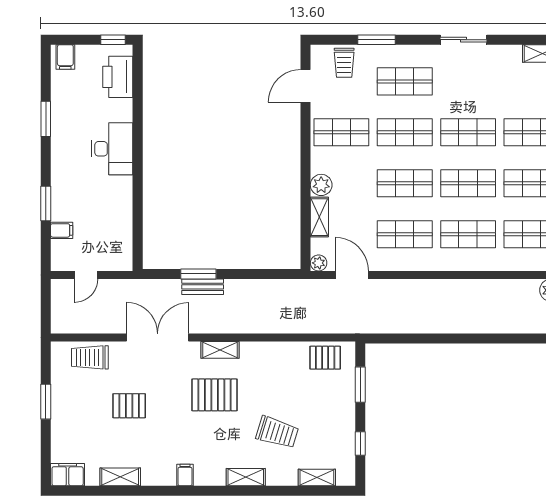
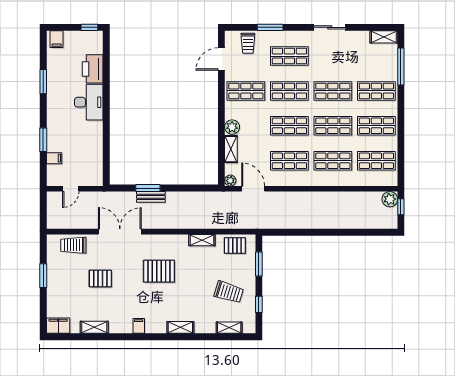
printer: (118, 77) -> (93, 69), moved
shelving: (220, 350) -> (202, 240), moved
trolley: (277, 432) -> (229, 292), moved

